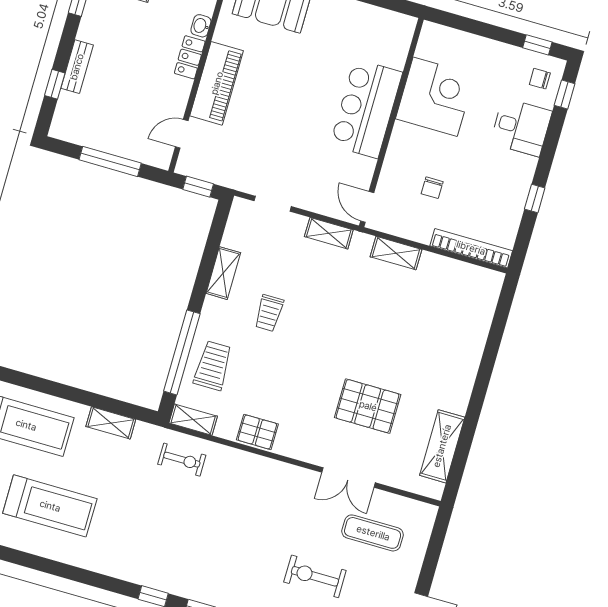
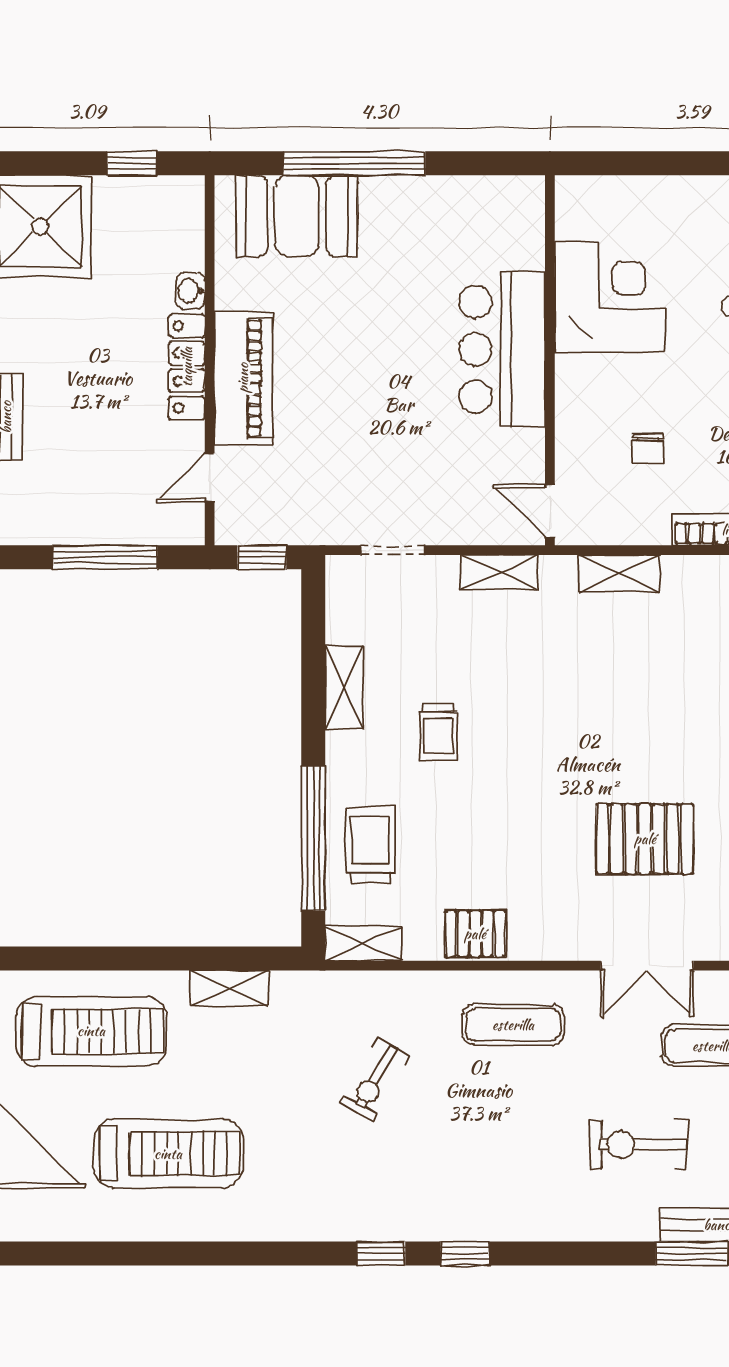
locker: (190, 57) -> (187, 367), width x1.53
exercise bike: (182, 460) -> (375, 1080), moved, turned 120
exercise mat: (264, 489) -> (513, 1025), added

